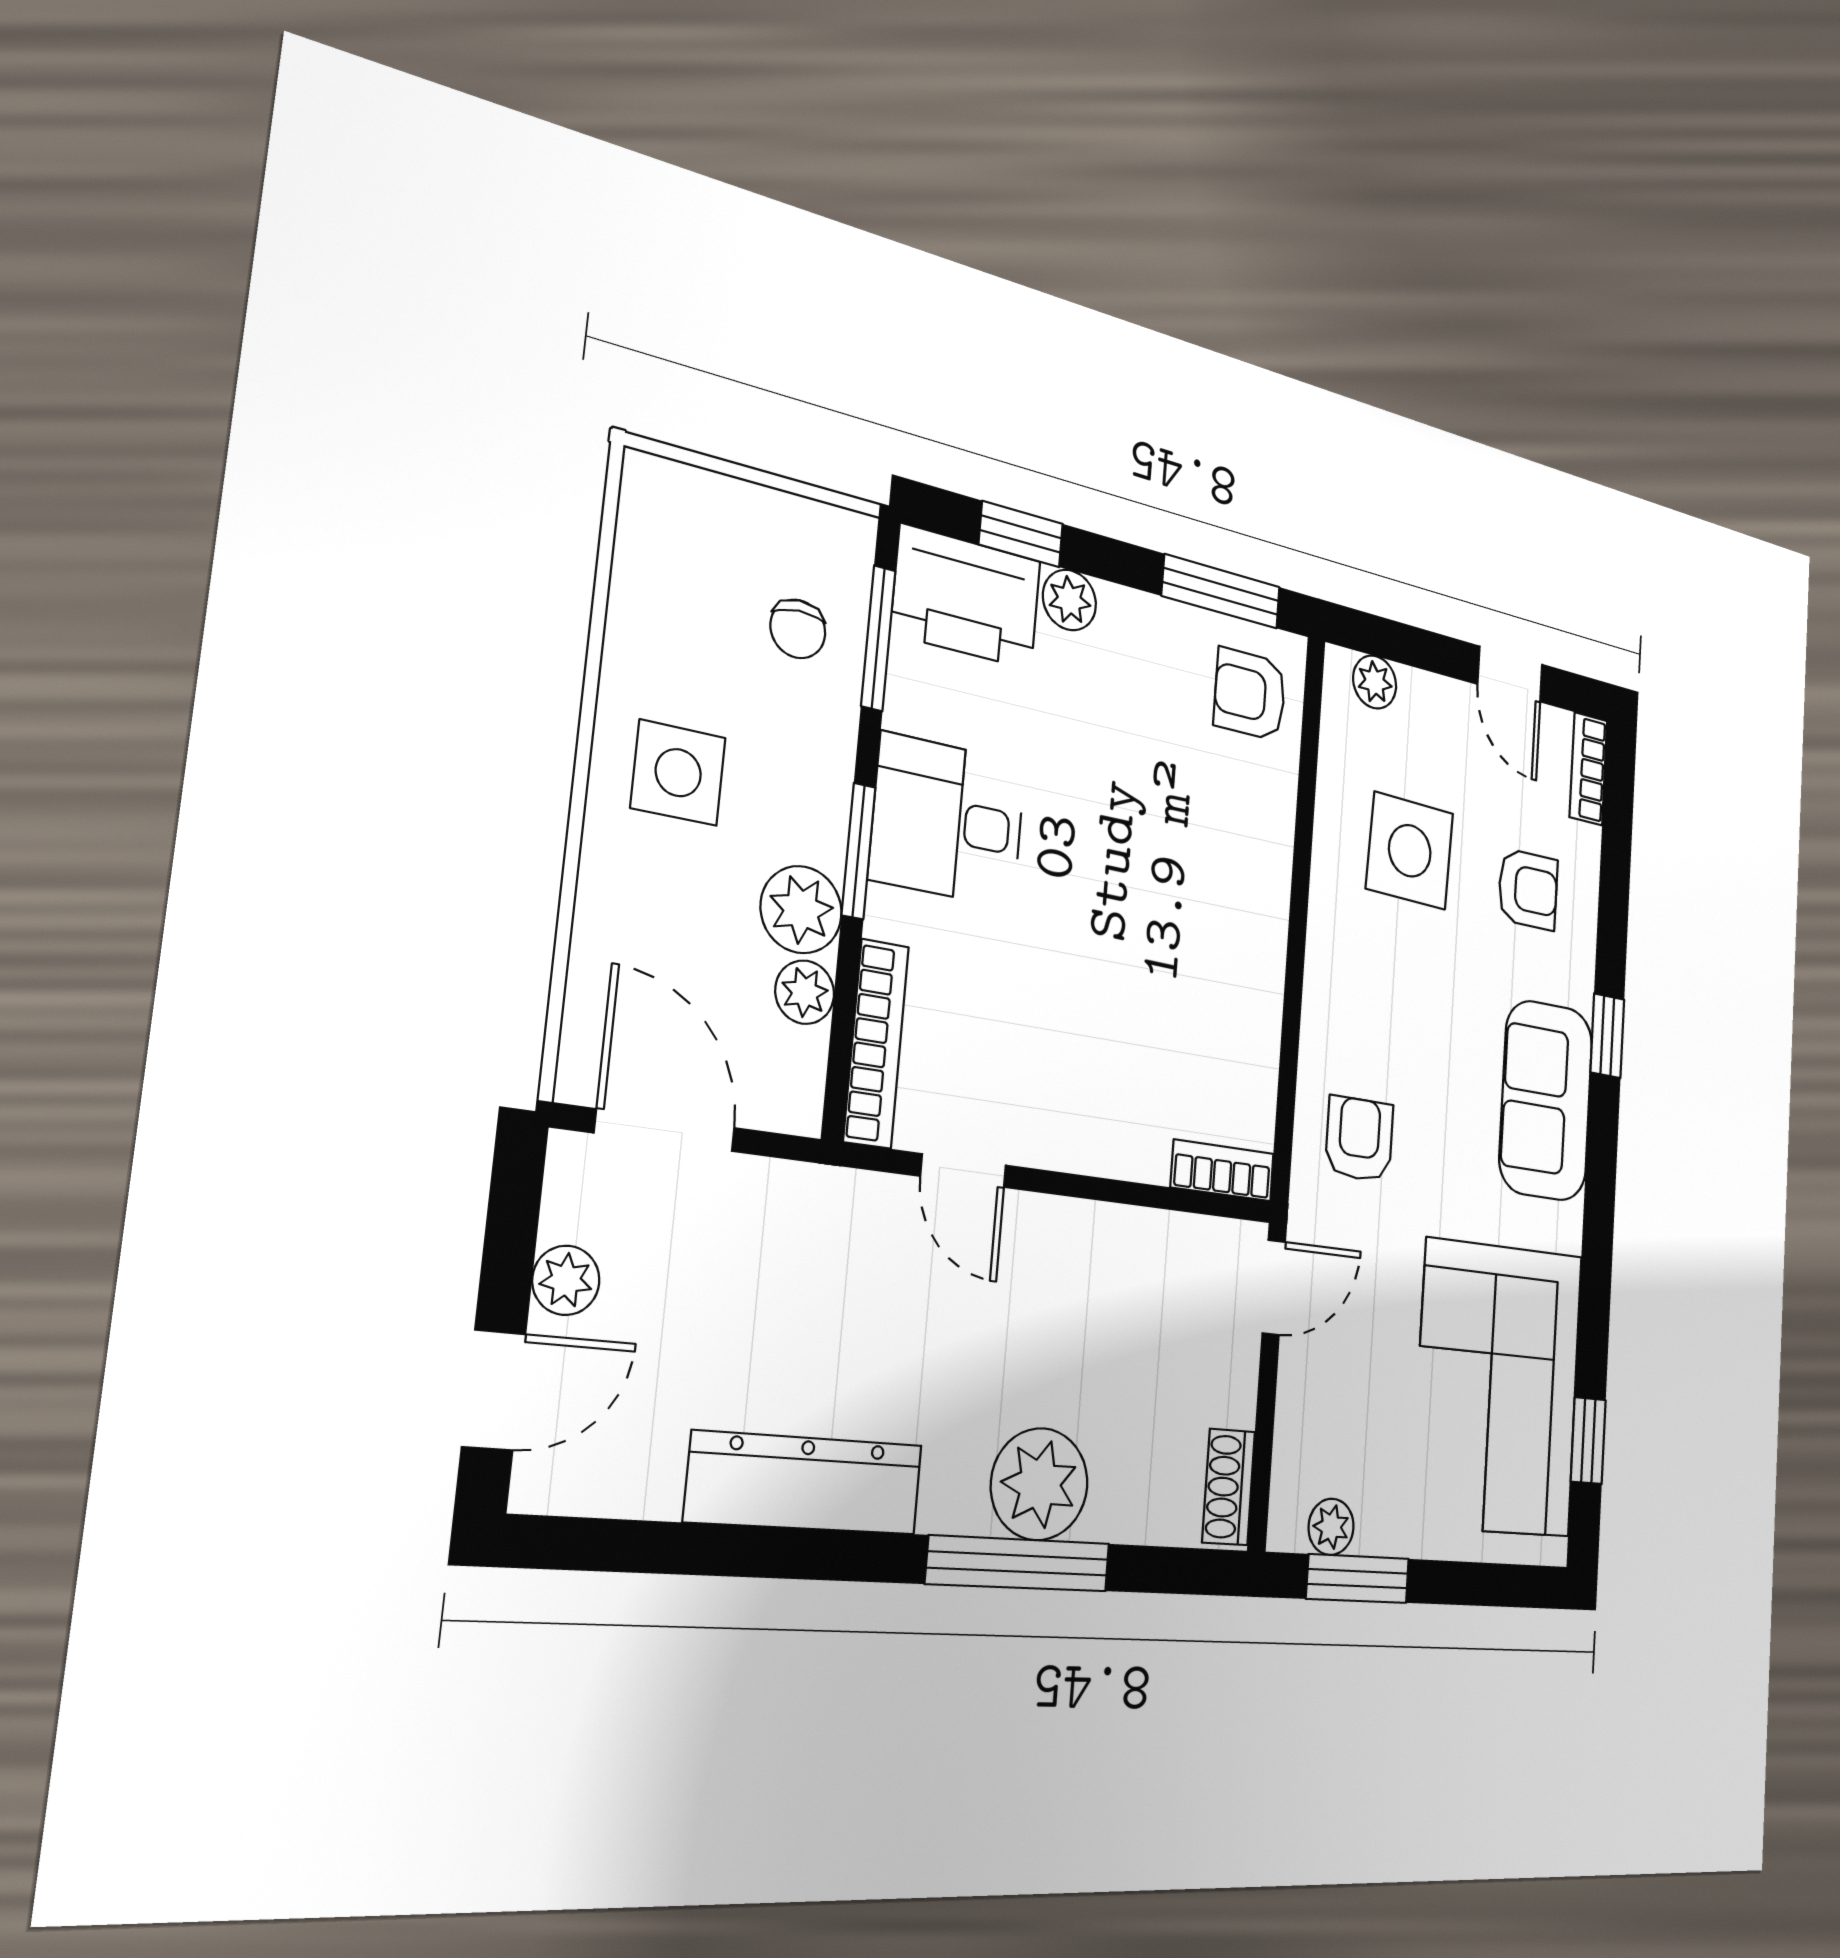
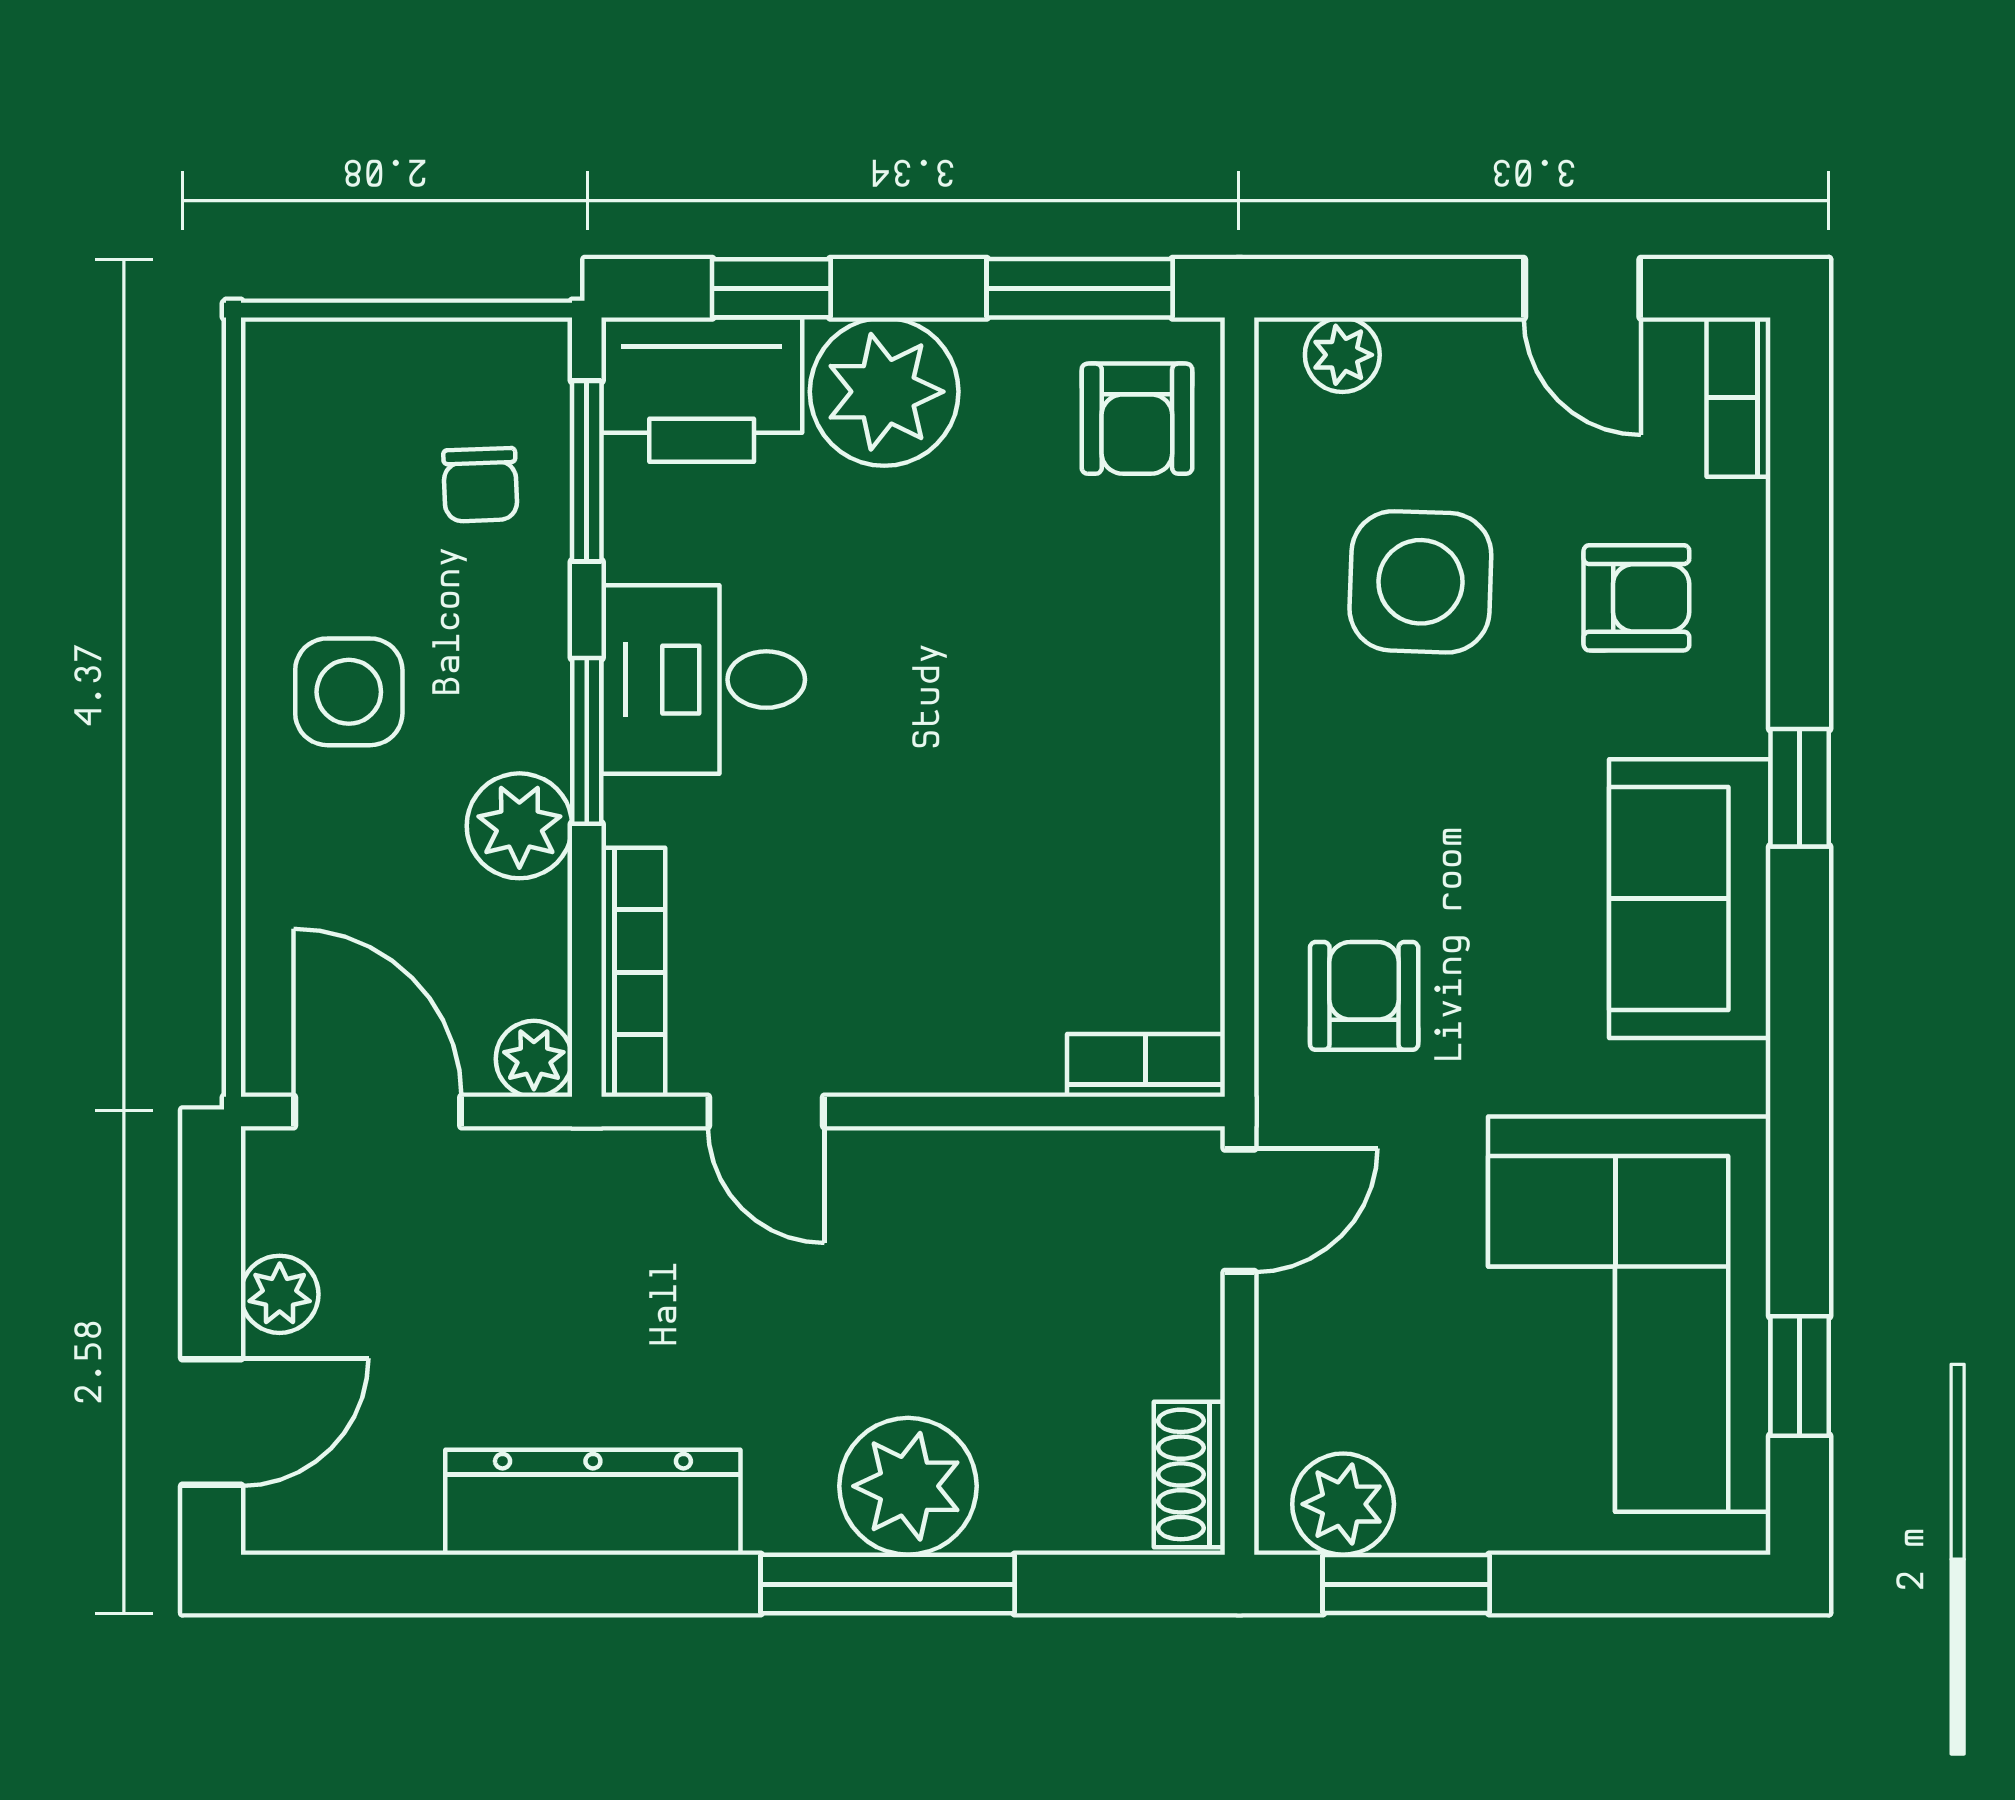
plant: (1069, 600) -> (884, 392), width x1.88, depth x1.88
armchair: (1250, 694) -> (1137, 419), turned -90
plant: (805, 992) -> (534, 1059), moved
plant: (1331, 1527) -> (1343, 1504), width x1.38, depth x1.38

